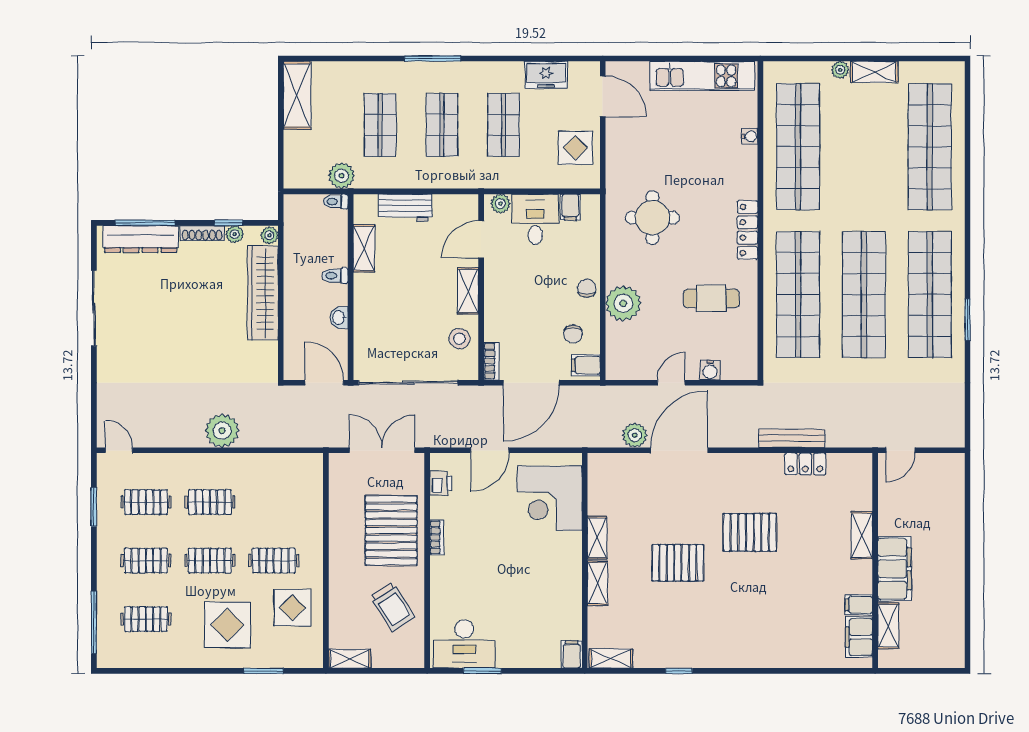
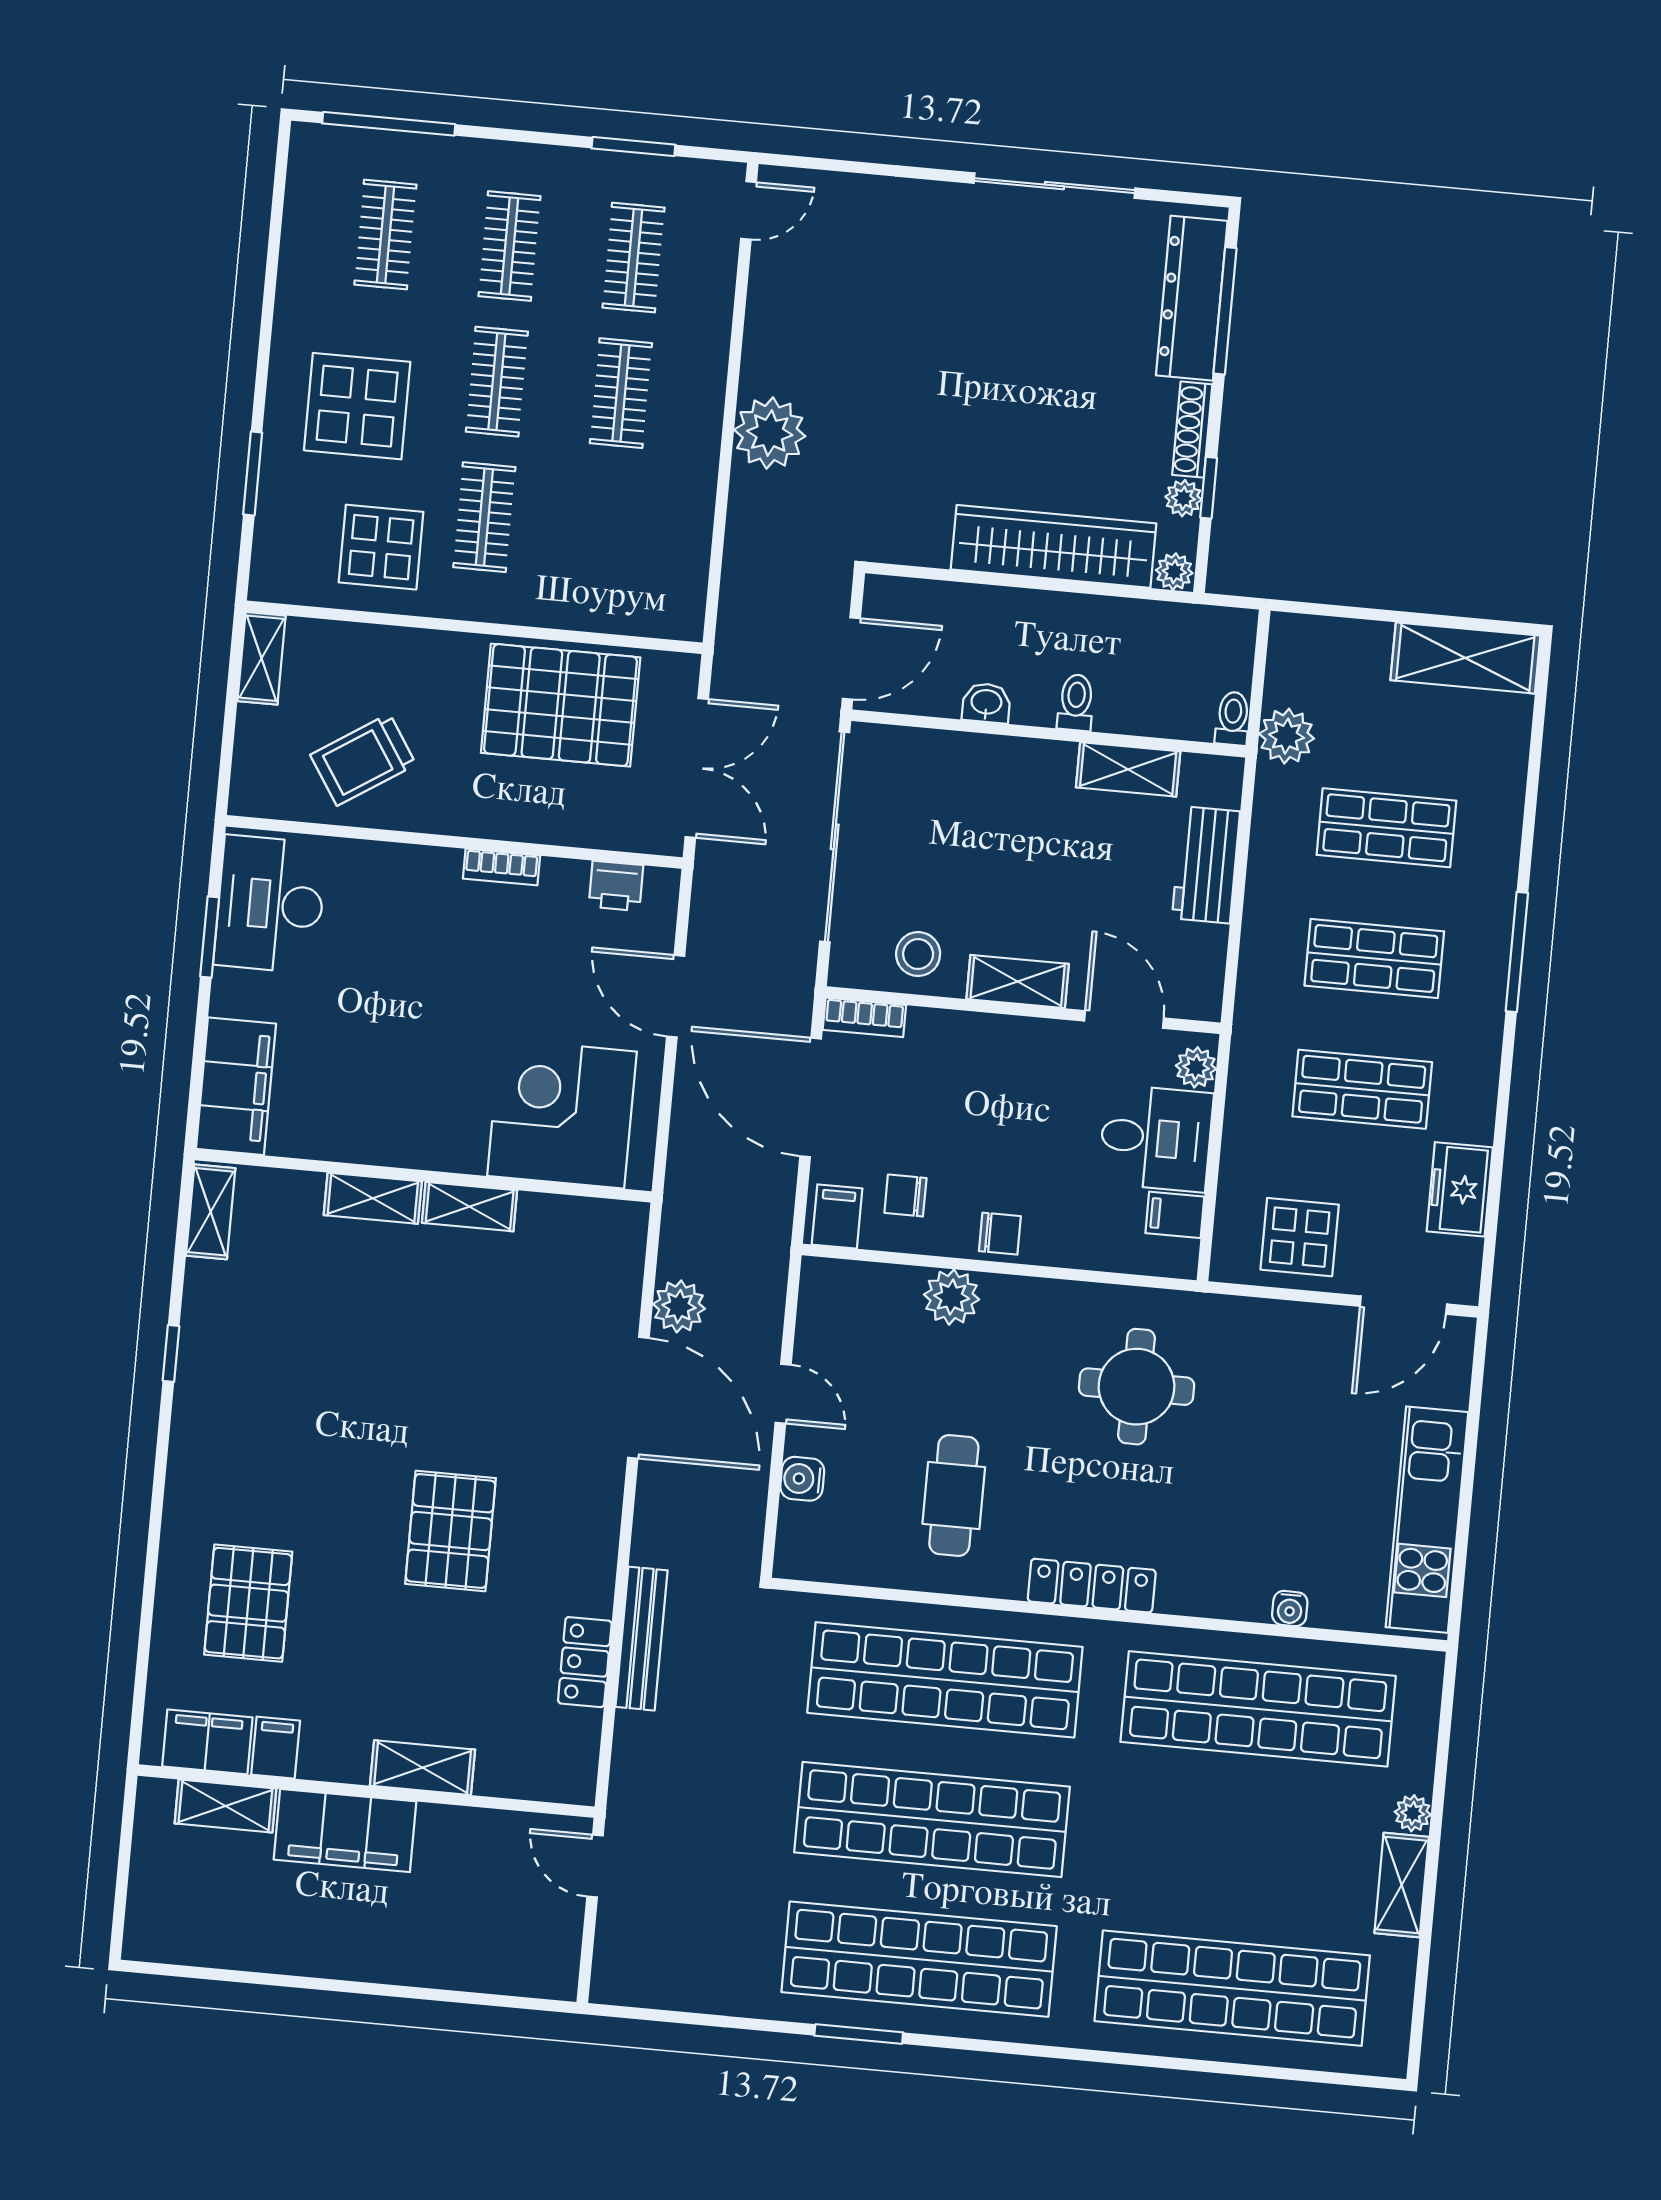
plant: (623, 303) -> (952, 1297), width x0.73, depth x0.73
pallet: (391, 530) -> (561, 705), moved
pallet: (678, 563) -> (248, 1603), moved
filing cabinet: (572, 654) -> (236, 1086), width x3.00, depth x1.17

